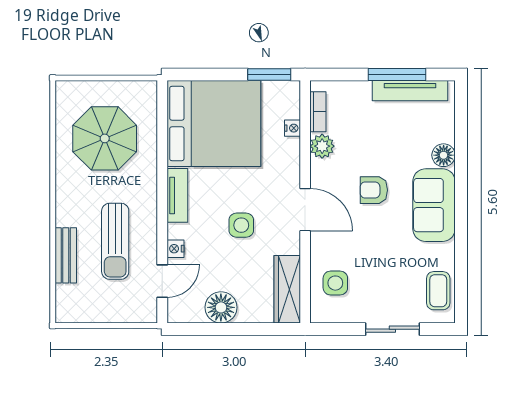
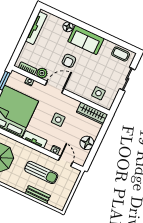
window: (397, 74) -> (27, 30), removed
door: (305, 210) -> (54, 87), moved

